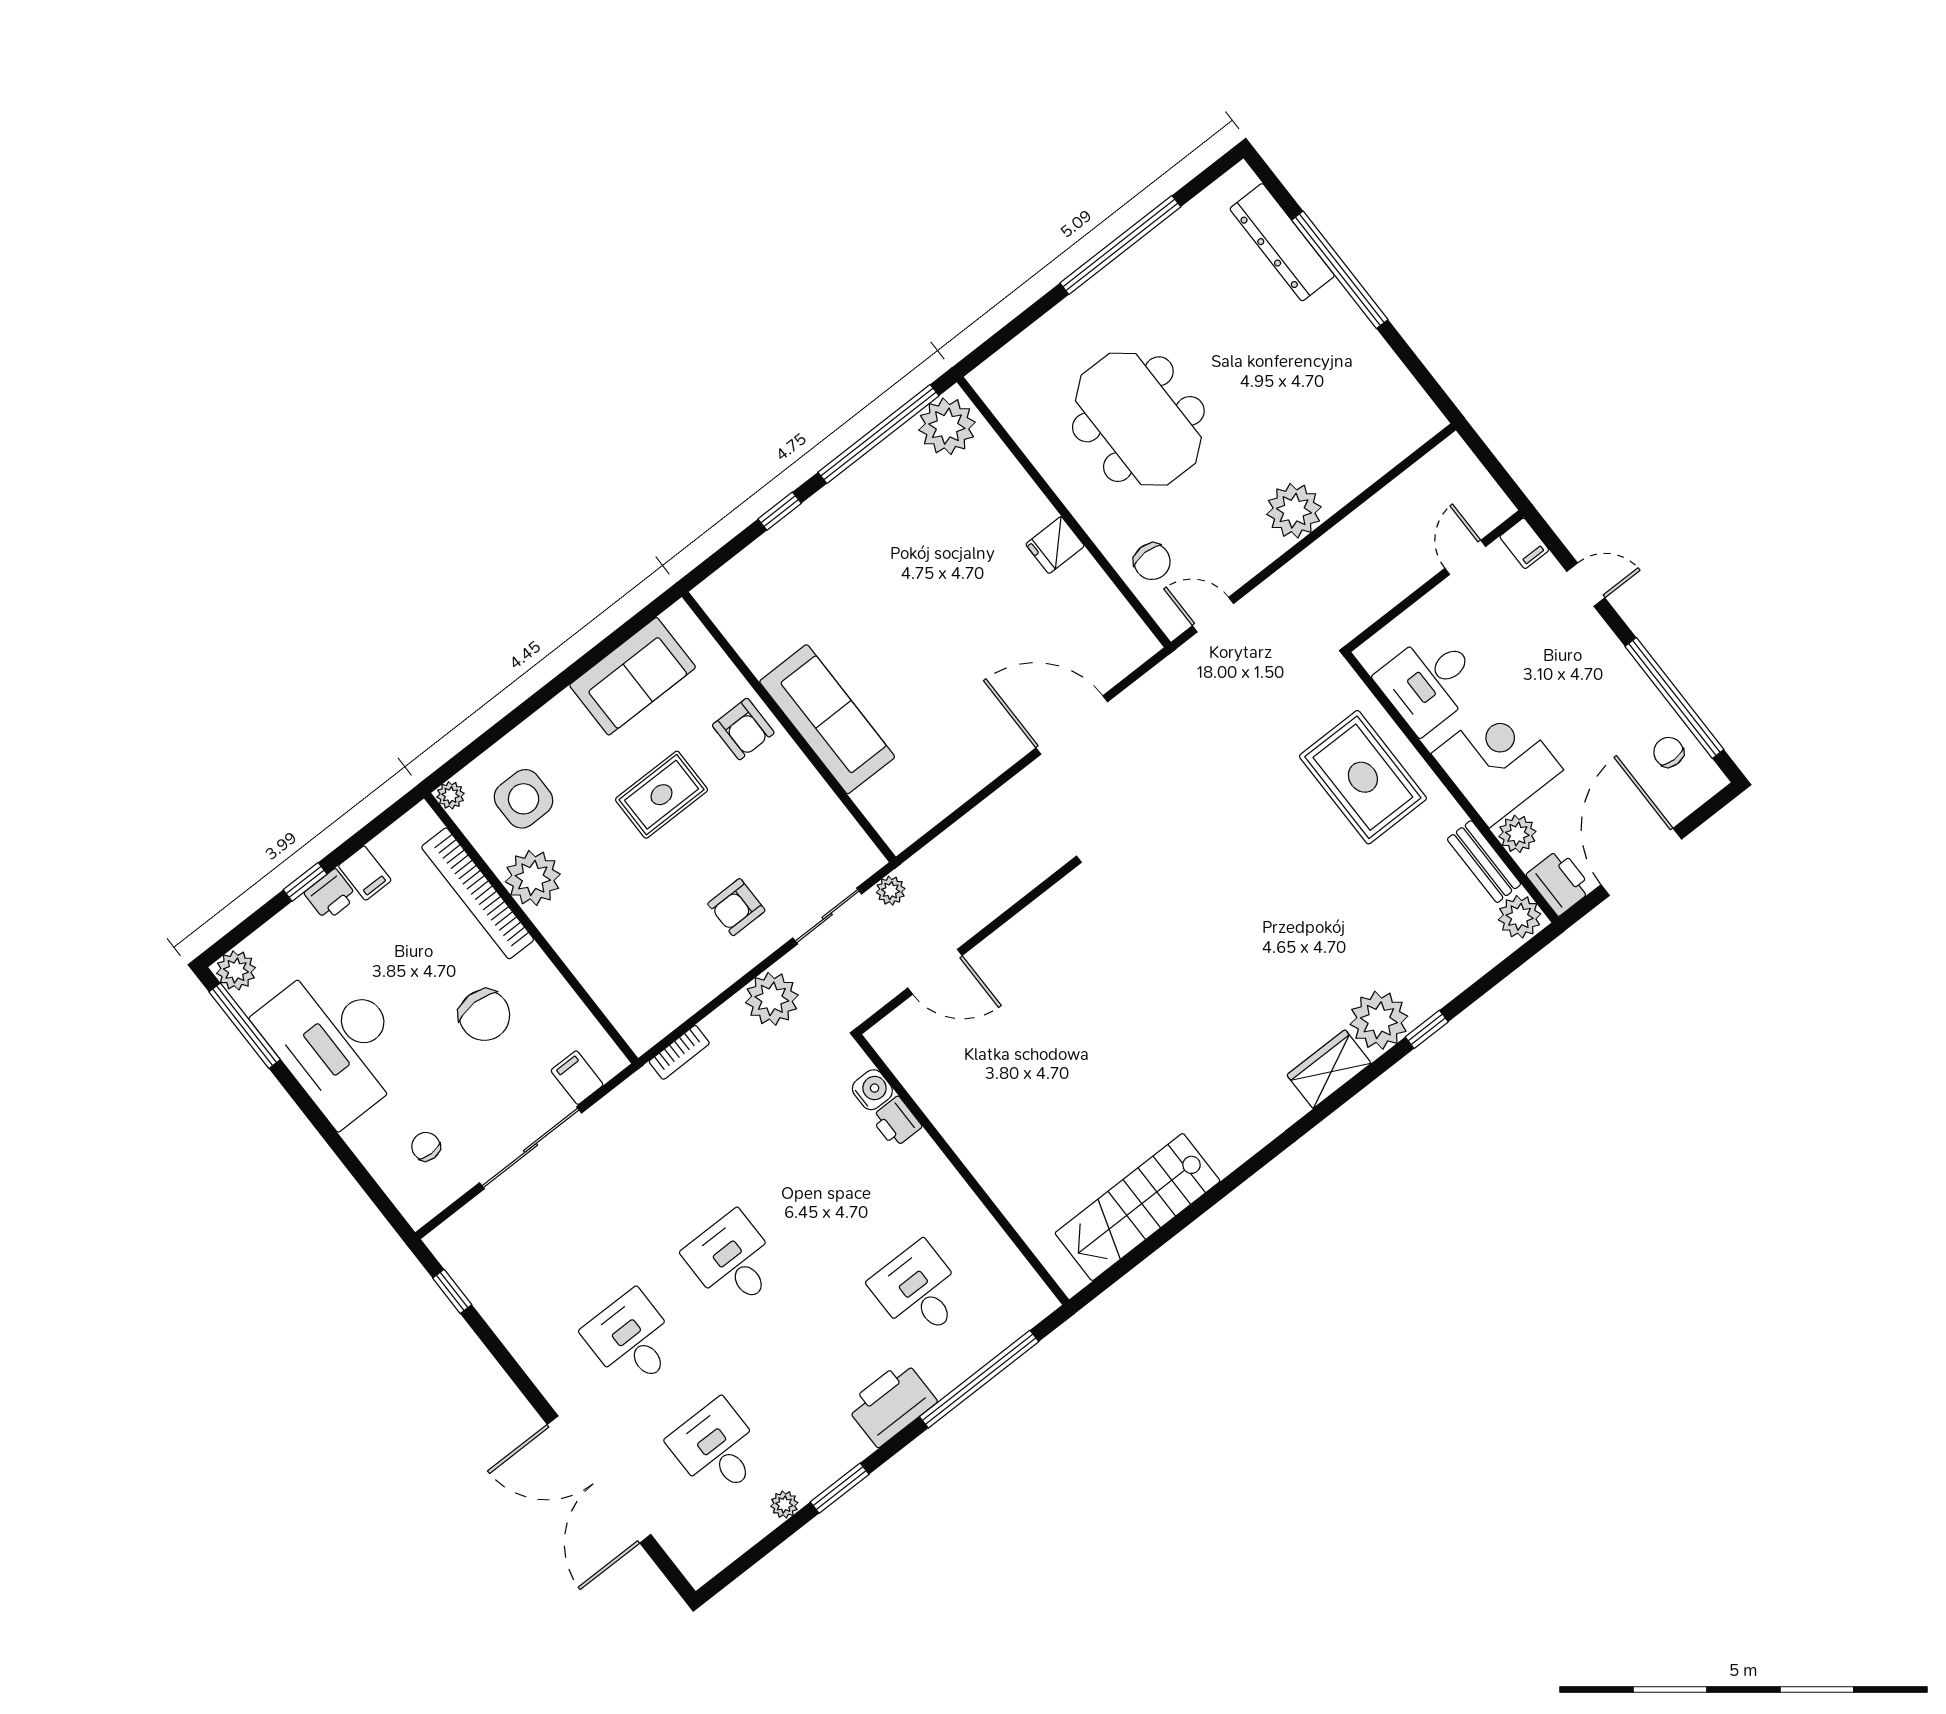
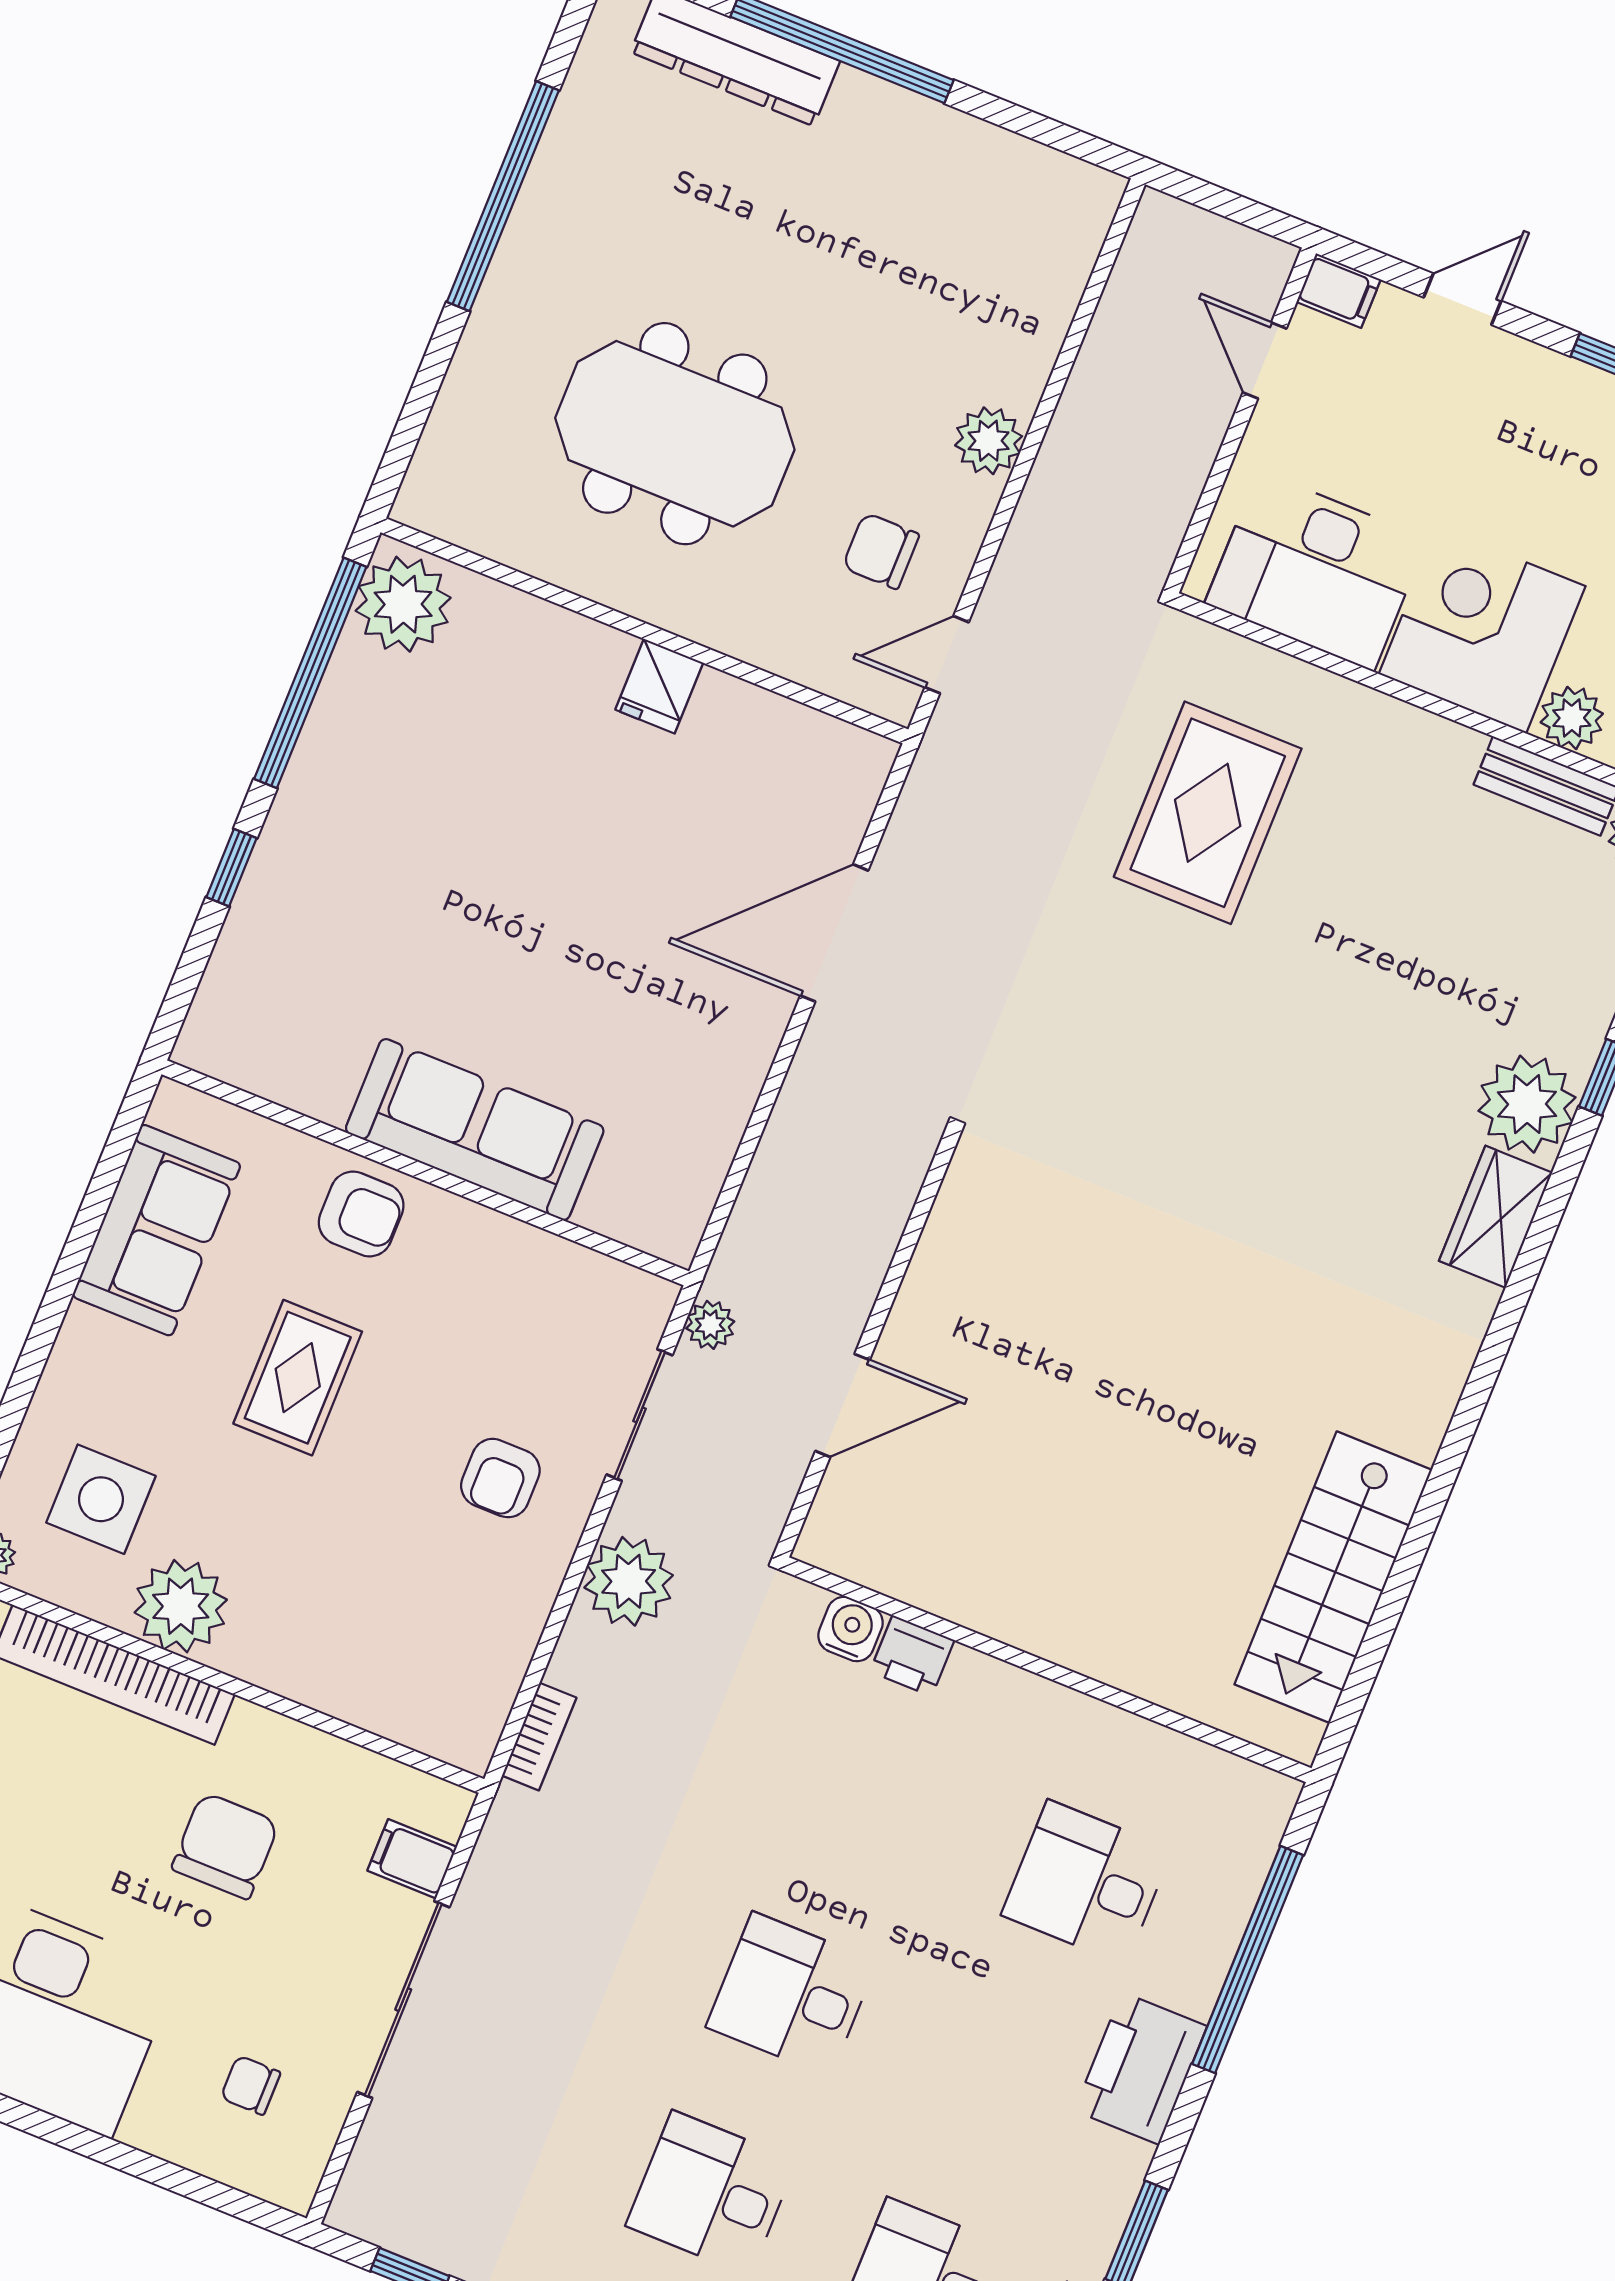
plant: (1294, 511) -> (989, 441), width x0.73, depth x0.73
chair: (1152, 561) -> (881, 551), moved, turned 180
desk: (1429, 682) -> (1316, 571), width x1.37
rug: (1363, 777) -> (1208, 813), moved, turned 90
chair: (484, 1015) -> (225, 1846), turned -90

